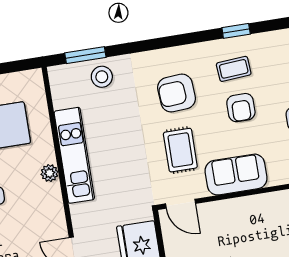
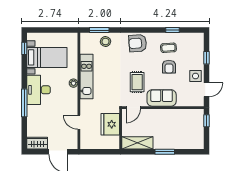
armchair: (177, 93) -> (138, 43), moved
door: (181, 204) -> (133, 108), hinge flipped

